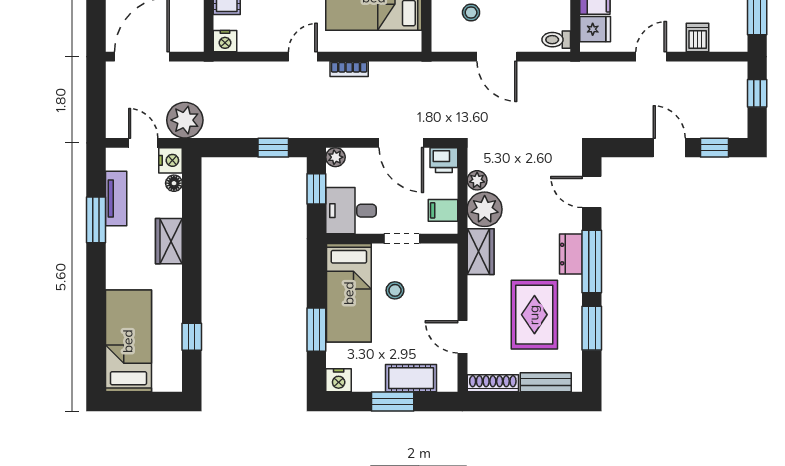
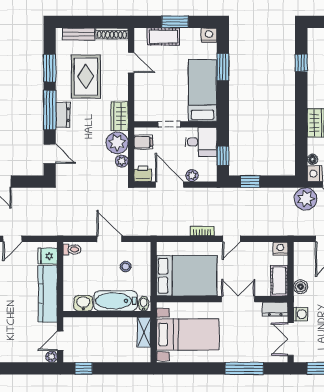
plant: (335, 157) -> (192, 176), moved
stool: (395, 290) -> (173, 92), removed

